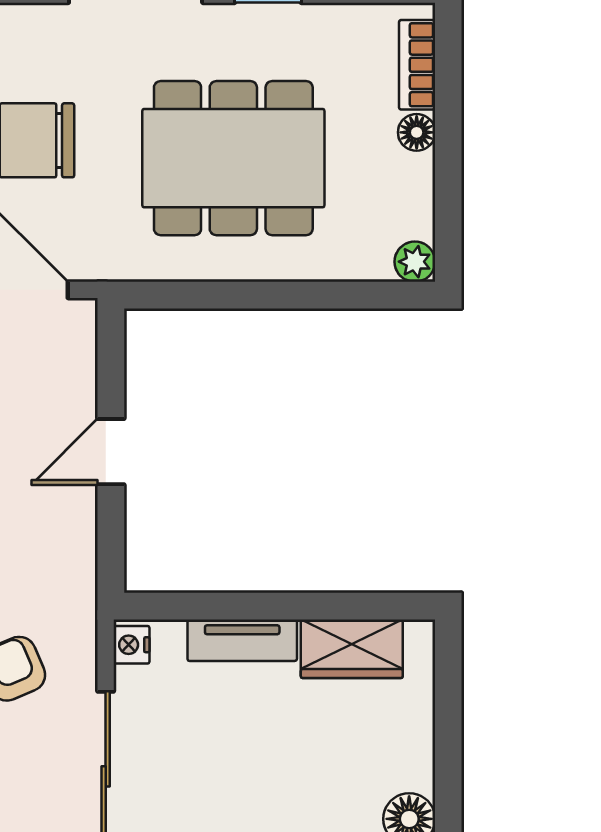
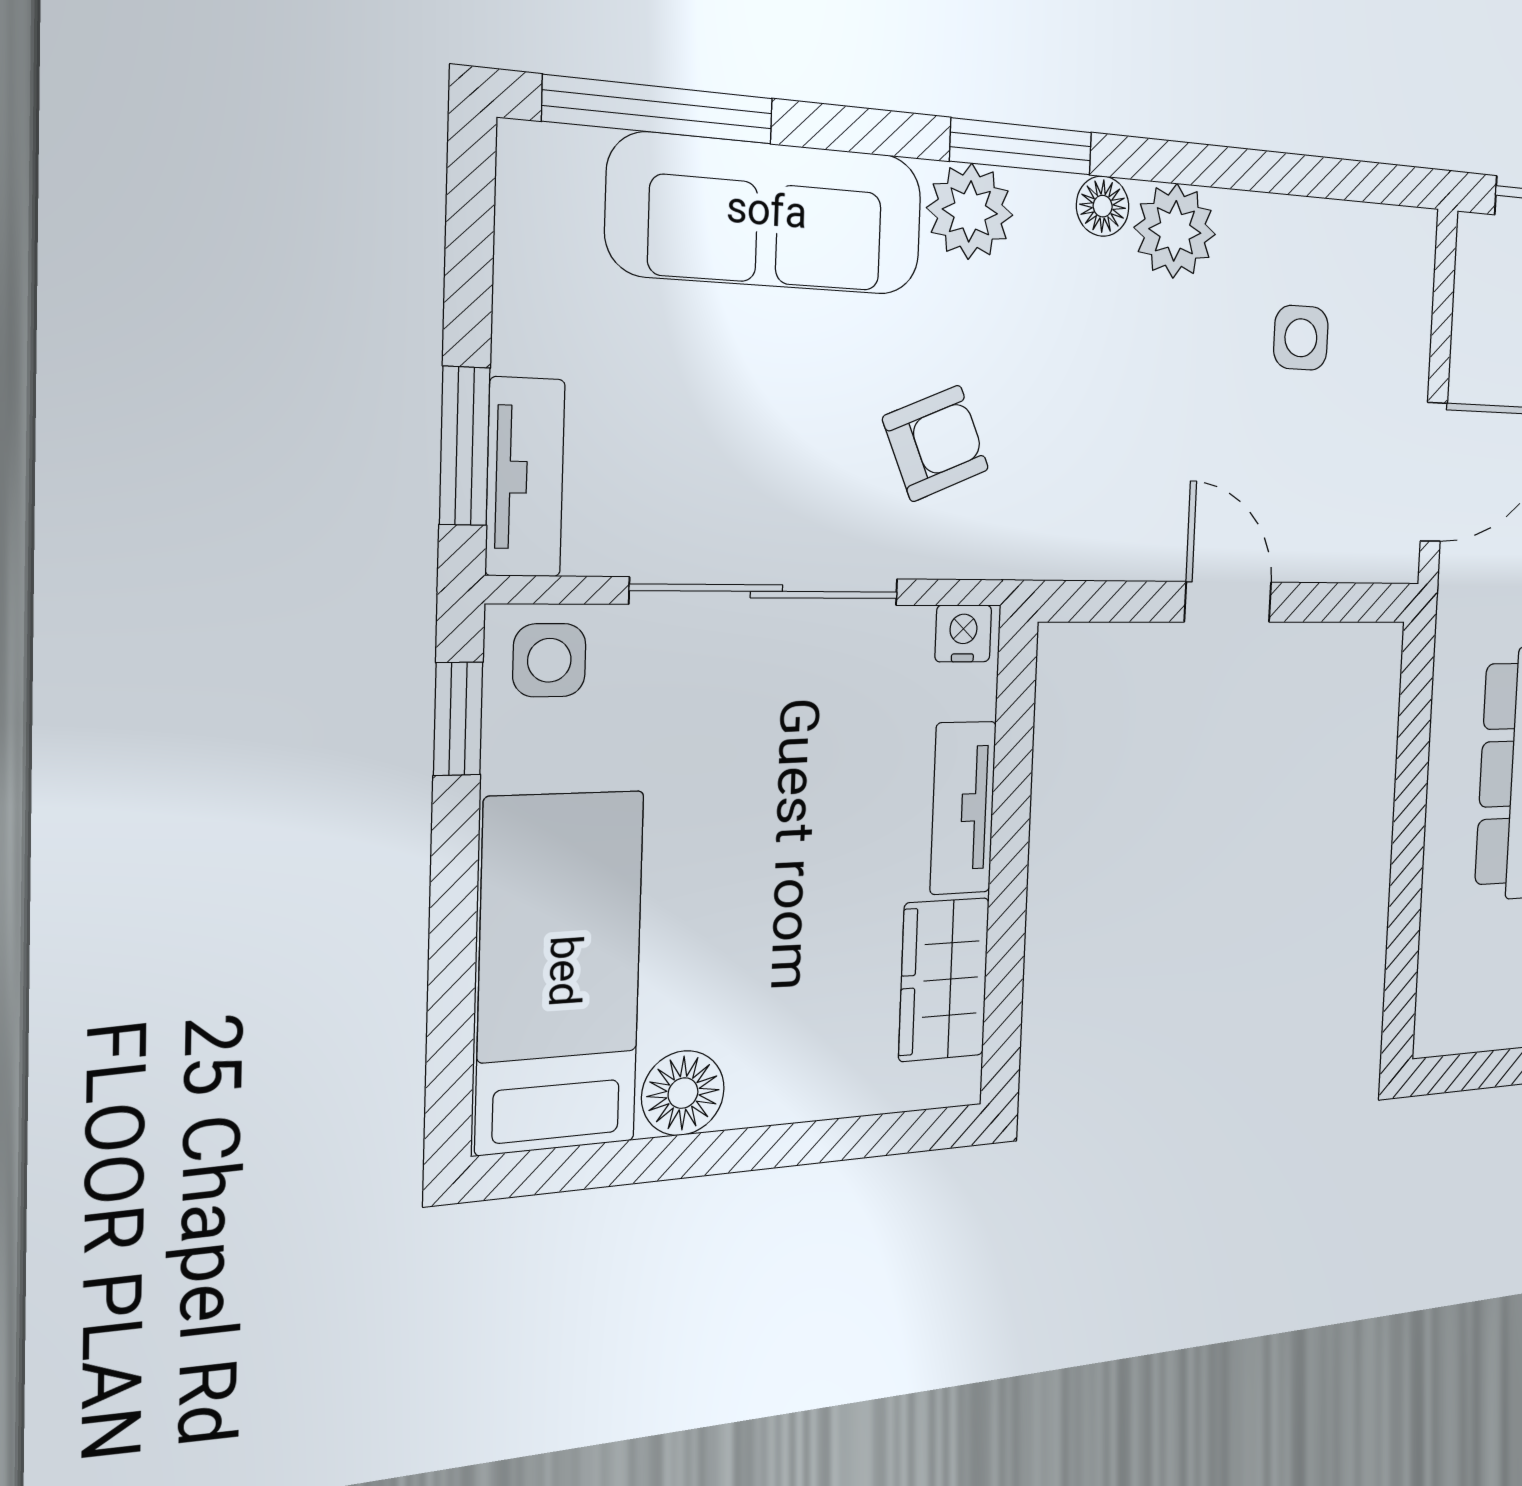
plant: (415, 262) -> (1437, 1029), removed

